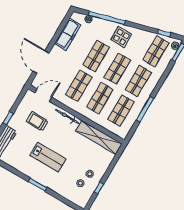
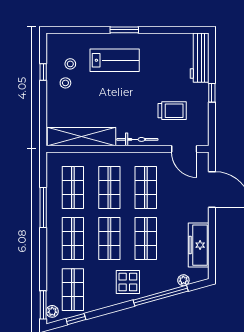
door: (43, 95) -> (184, 149), hinge flipped
lab bench: (48, 157) -> (115, 60), moved, turned 180

